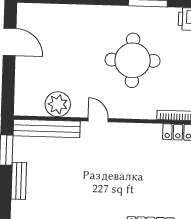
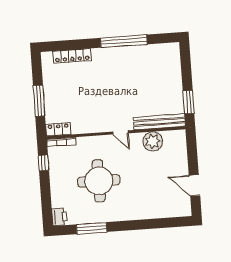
bench: (19, 181) -> (177, 80), removed

